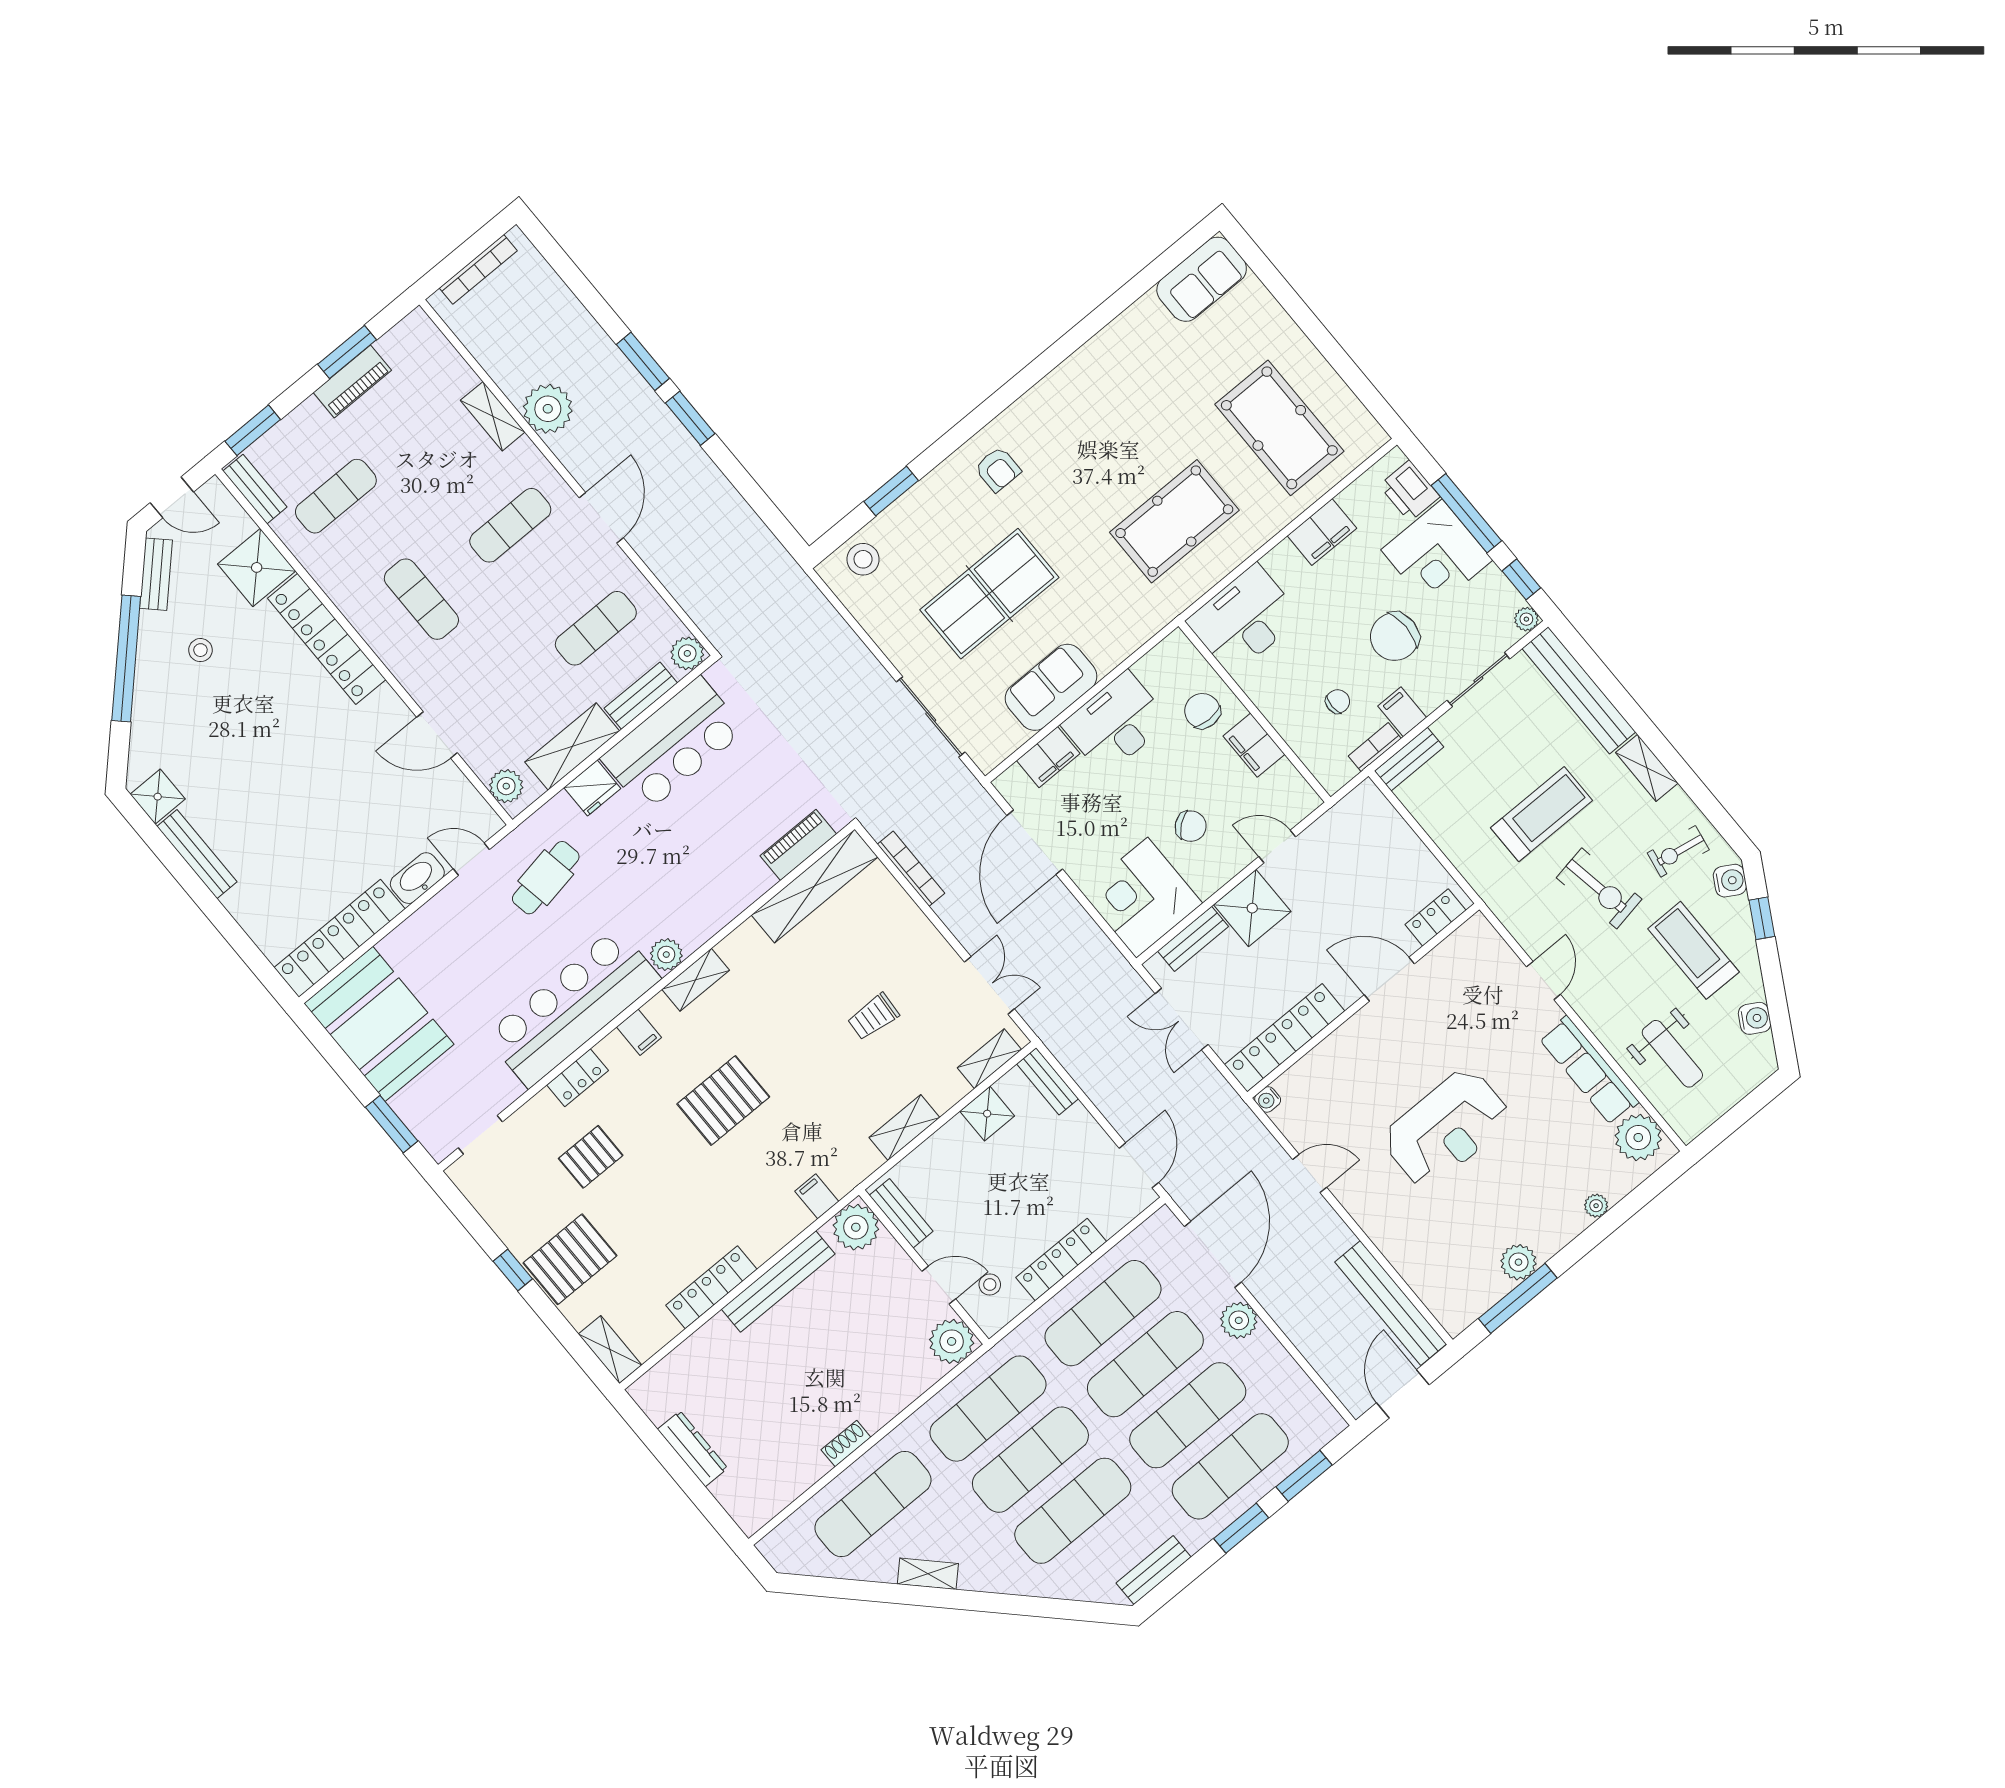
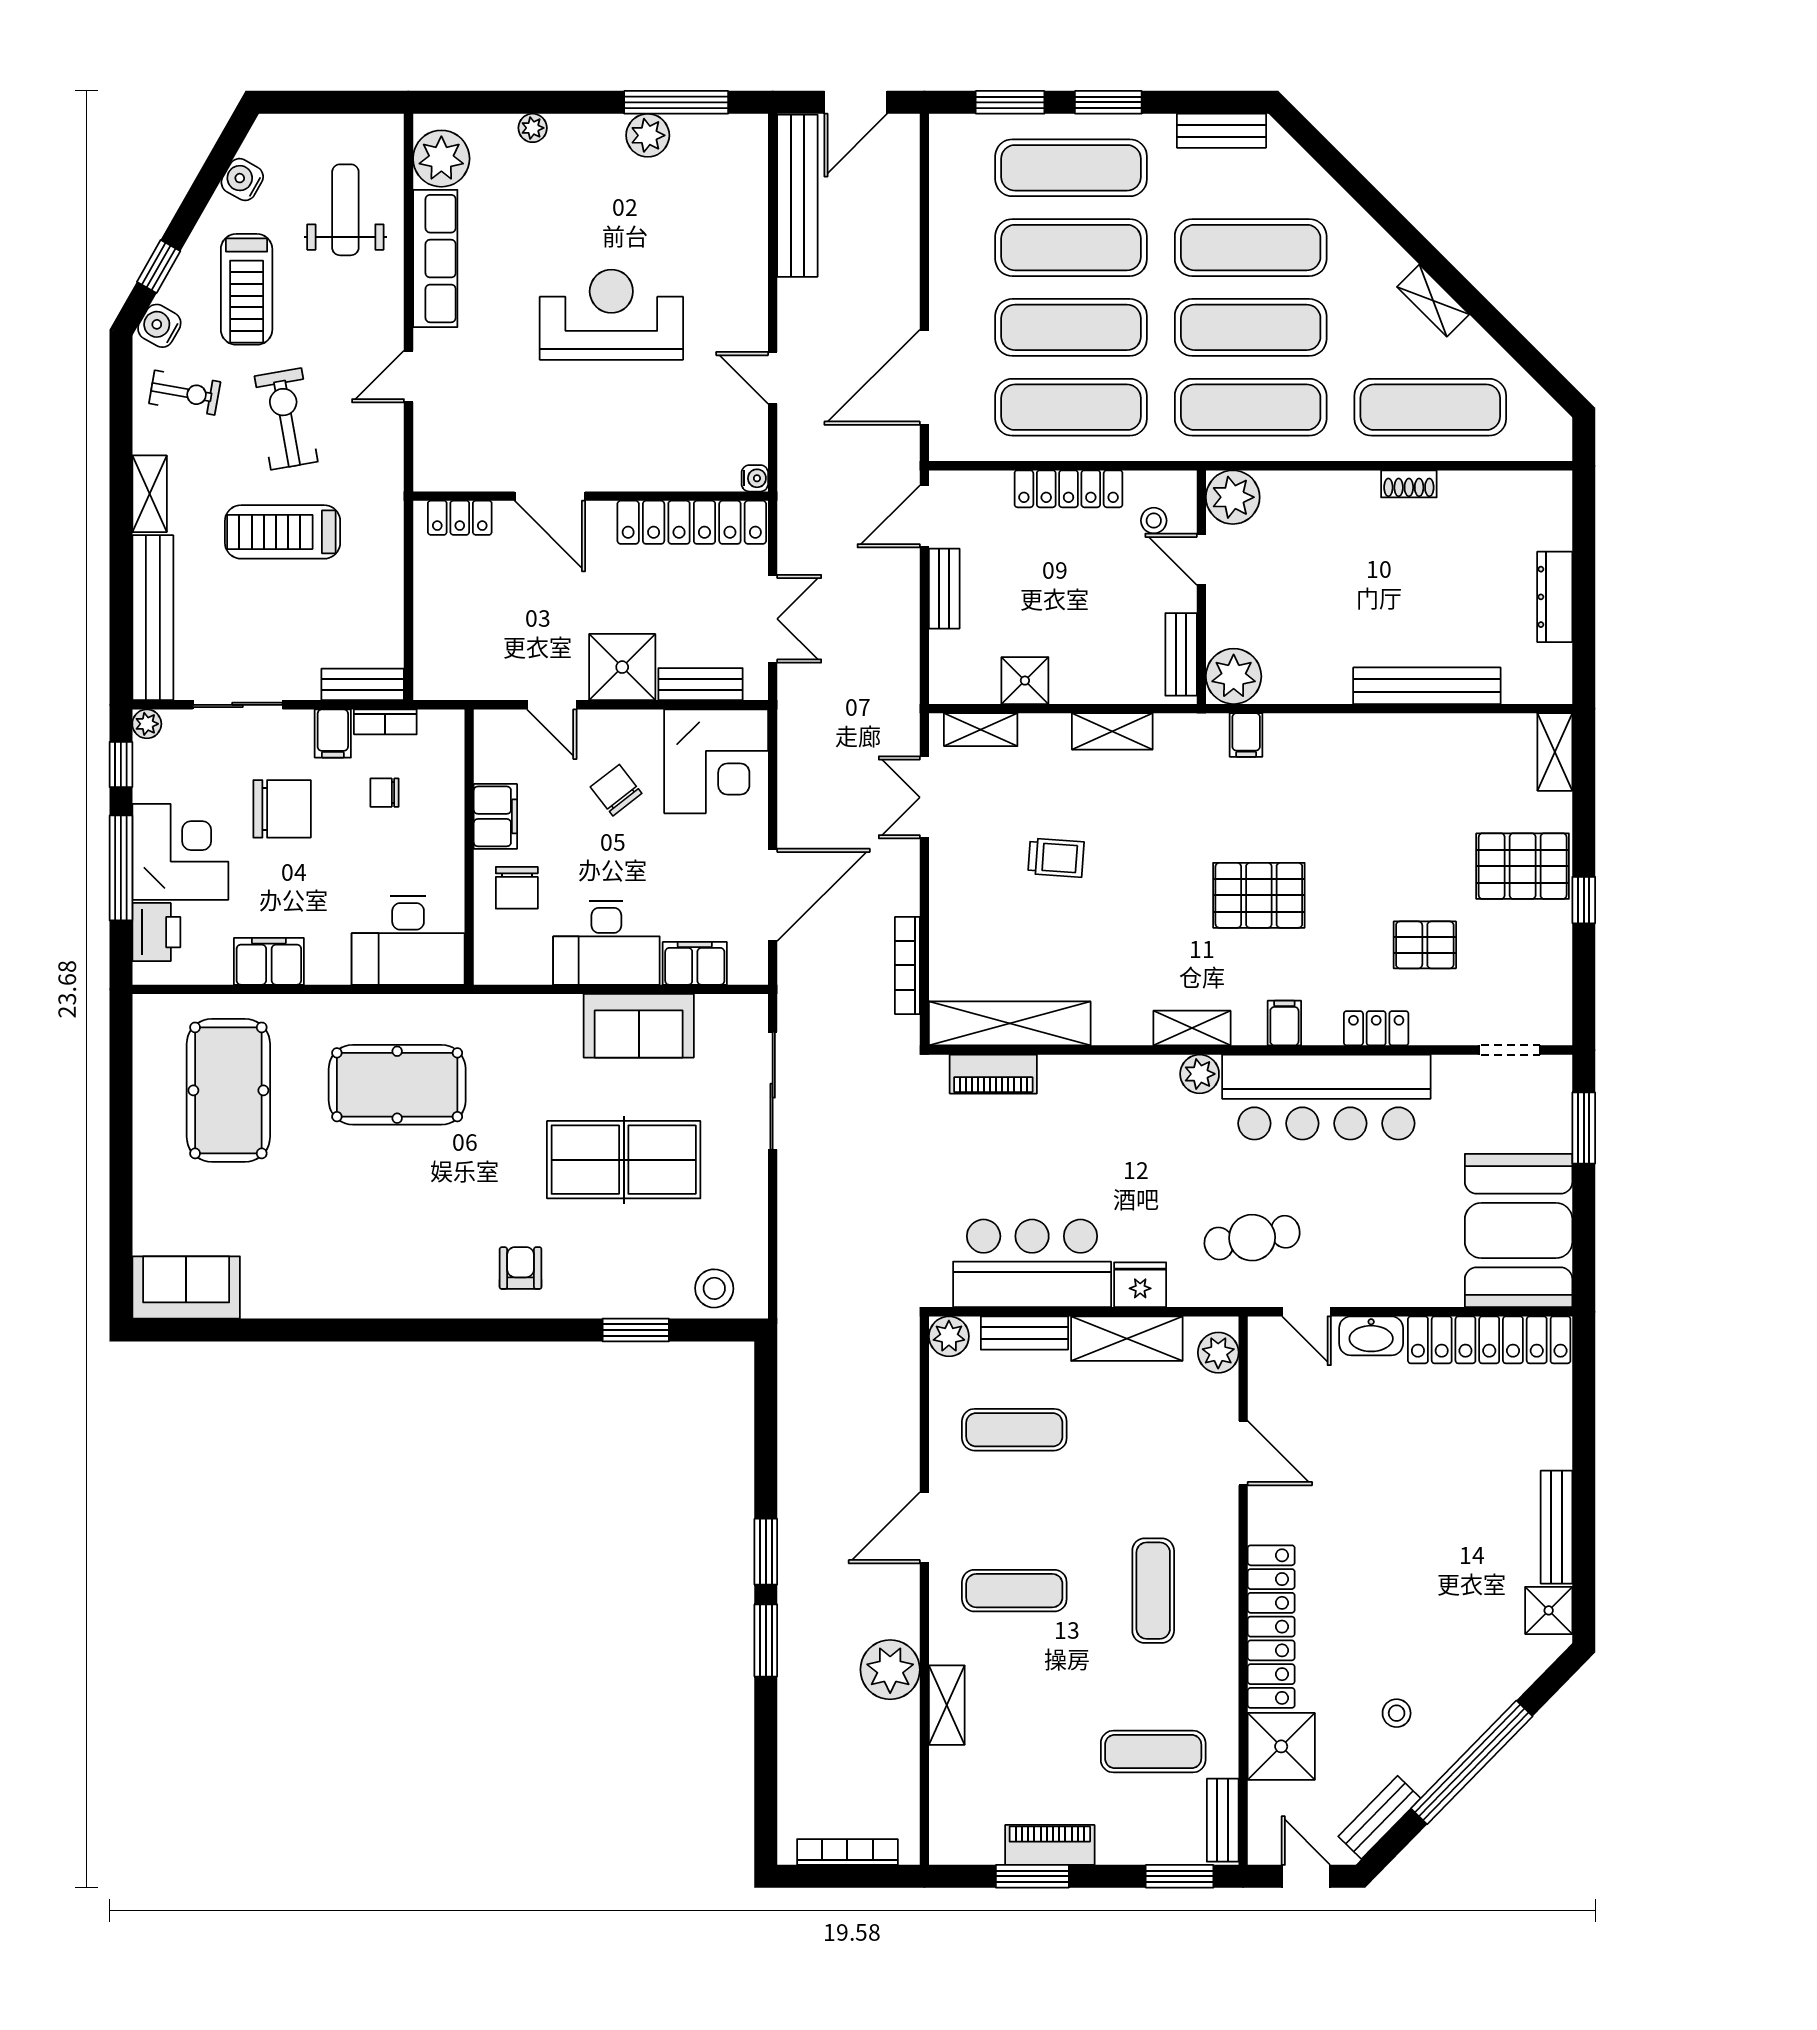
bench: (1048, 1081) -> (944, 589), moved
bench: (778, 1282) -> (1427, 686), moved
locker: (711, 1287) -> (1413, 732), removed
plant: (1239, 1320) -> (951, 296), removed

